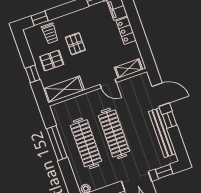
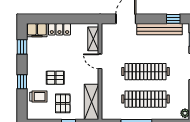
window: (39, 18) -> (22, 82), moved
door: (108, 83) -> (100, 61), swing flipped
window: (170, 120) -> (173, 19), moved

